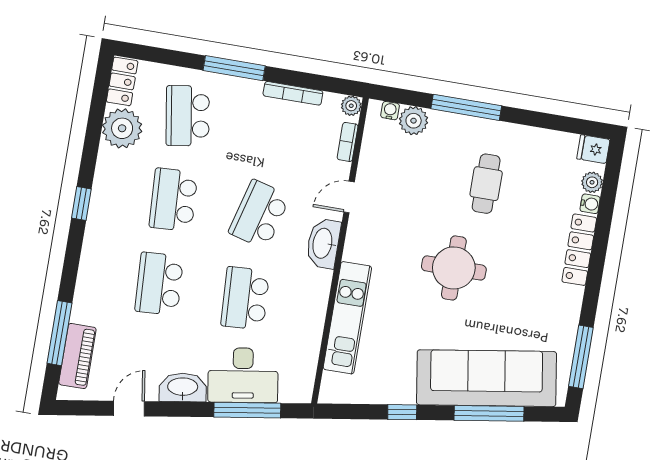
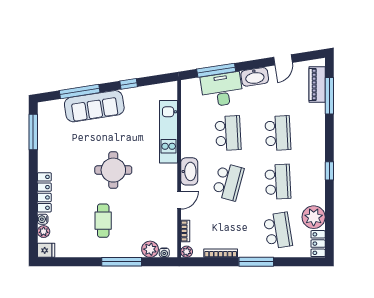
sofa: (487, 378) -> (94, 106), width x0.74, depth x0.79

